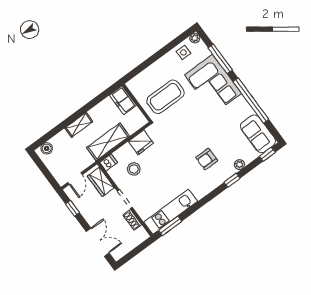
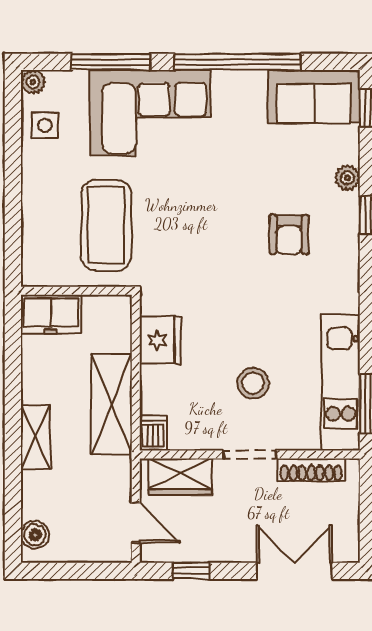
stool: (134, 169) -> (253, 383), moved
shoe rack: (132, 220) -> (311, 470), width x1.43

